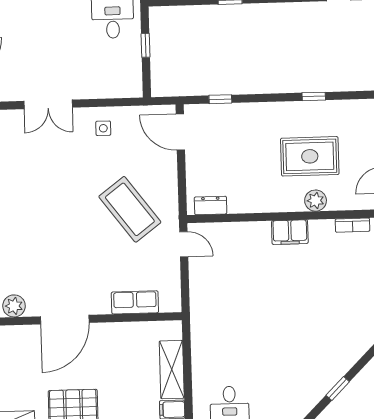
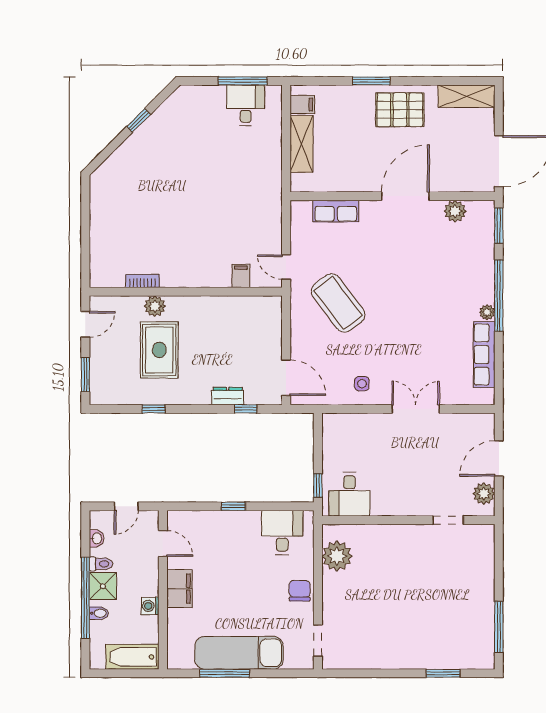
window: (145, 45) -> (318, 485), moved
rug: (310, 156) -> (159, 350), turned 90
dresser: (211, 205) -> (228, 396), moved, turned 180
bookcase: (352, 225) -> (142, 281), moved
filing cabinet: (290, 232) -> (241, 276), moved, width x0.50

